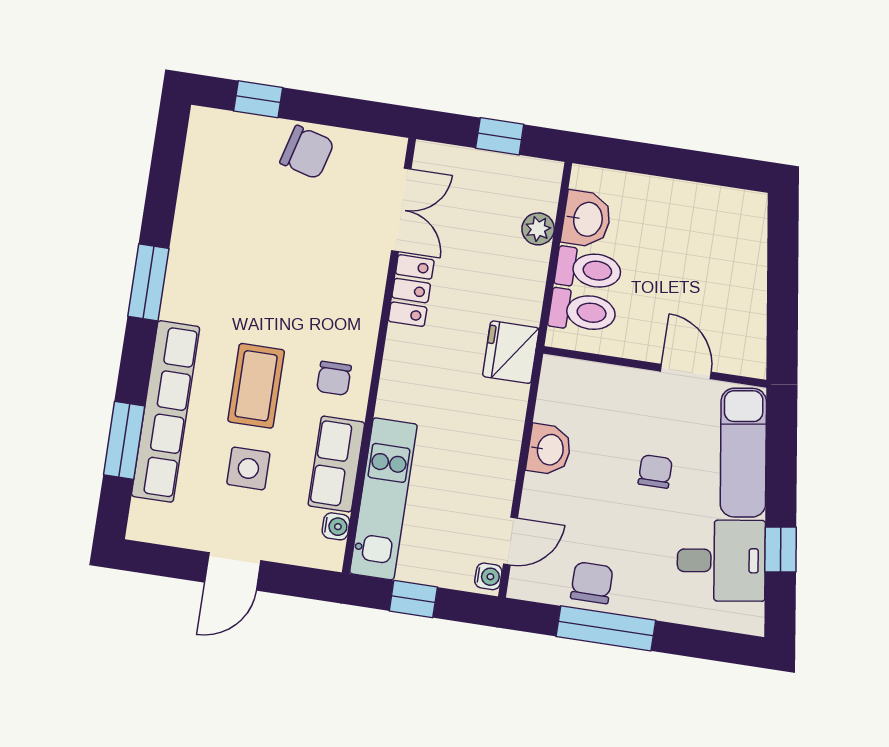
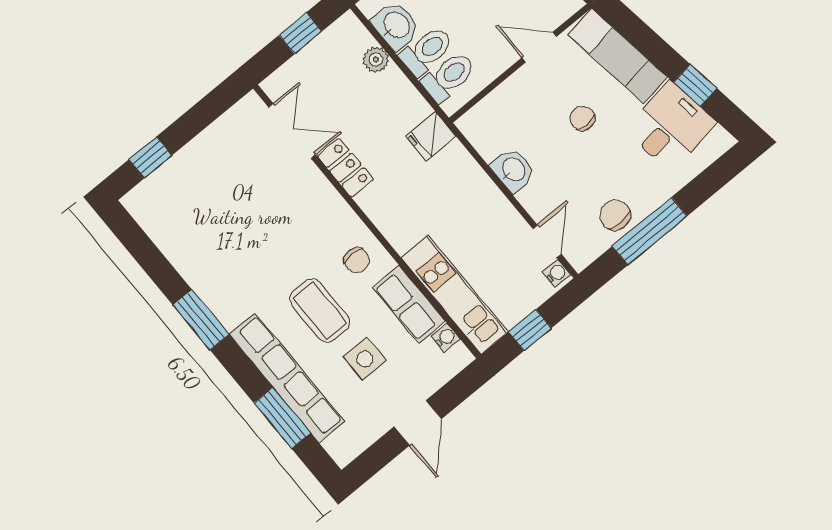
chair: (307, 152) -> (208, 156), removed
fridge: (511, 352) -> (431, 136), width x0.72

